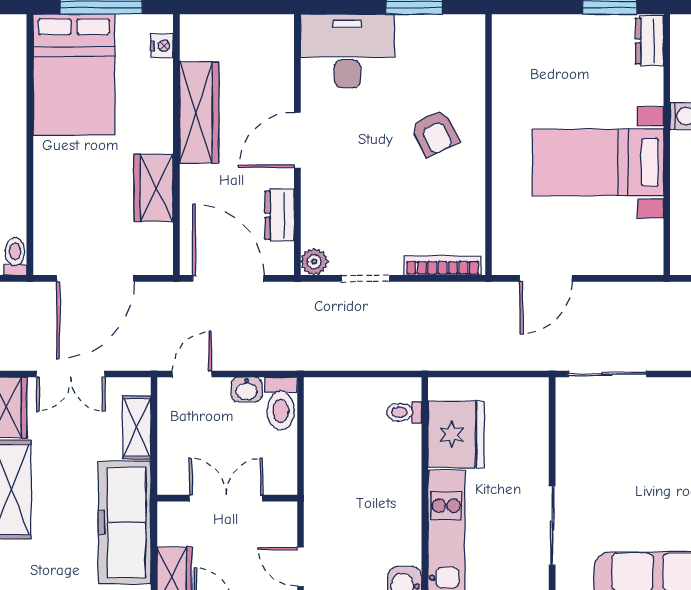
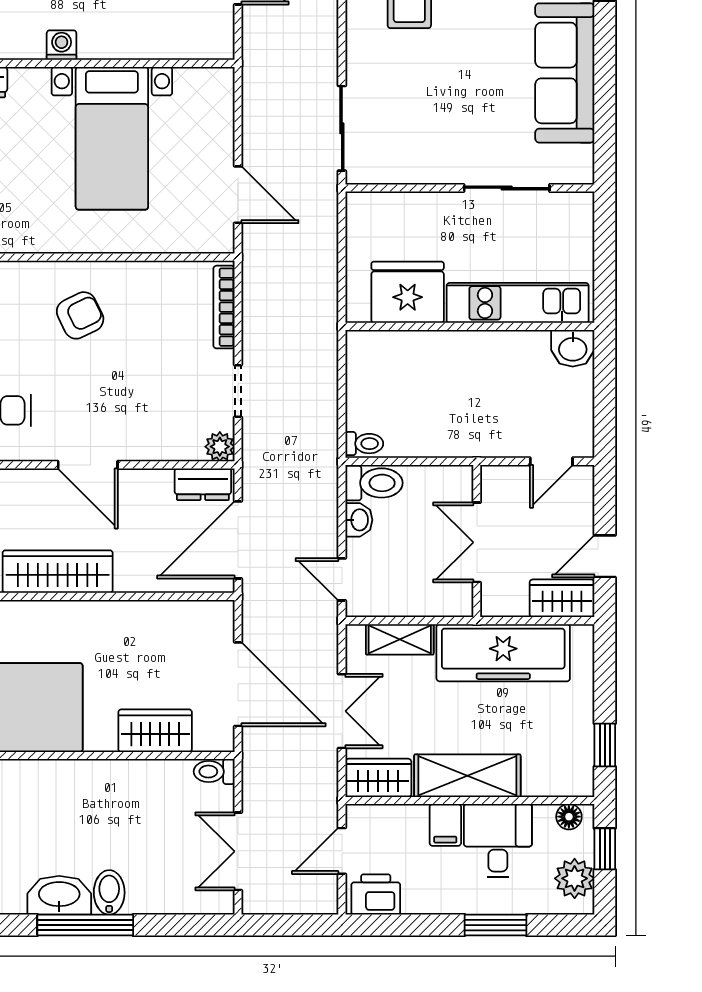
wardrobe: (154, 188) -> (155, 731), moved, turned 180
dresser: (280, 215) -> (203, 484), moved
toilet: (404, 412) -> (364, 444), moved, turned -90

